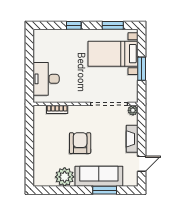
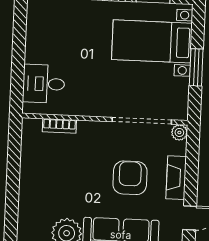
desk: (46, 79) -> (44, 84), width x0.73
armchair: (80, 143) -> (130, 178), moved

